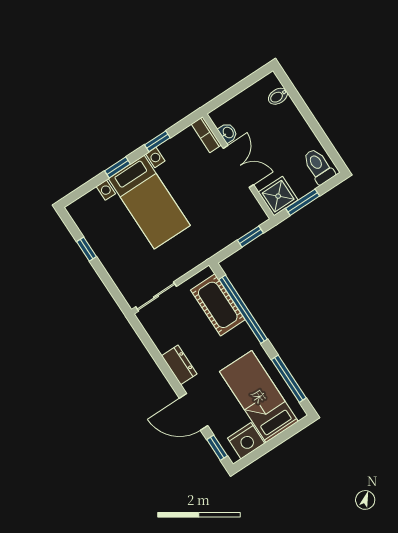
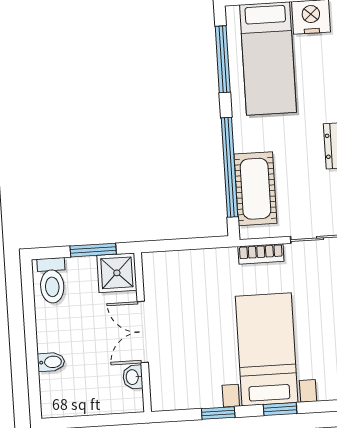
bidet: (278, 96) -> (51, 362), moved
bookcase: (206, 135) -> (261, 254), moved, turned 90
window: (250, 237) -> (174, 245), removed

